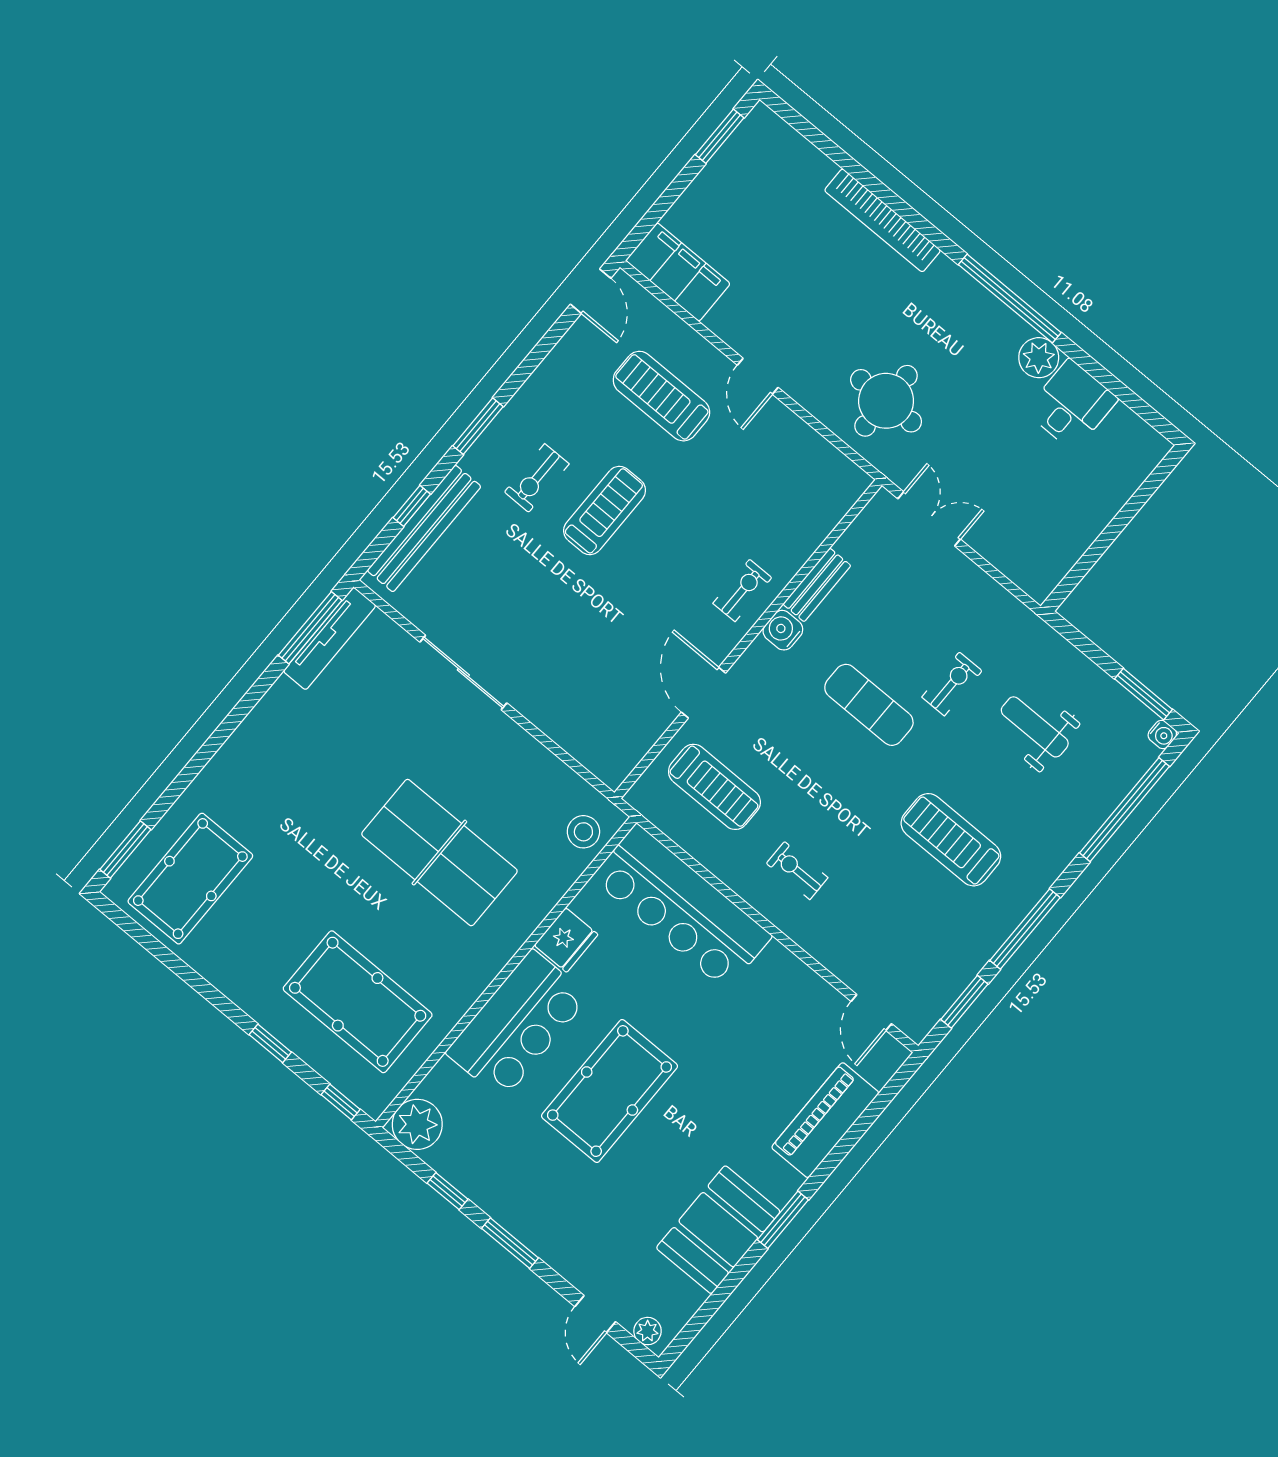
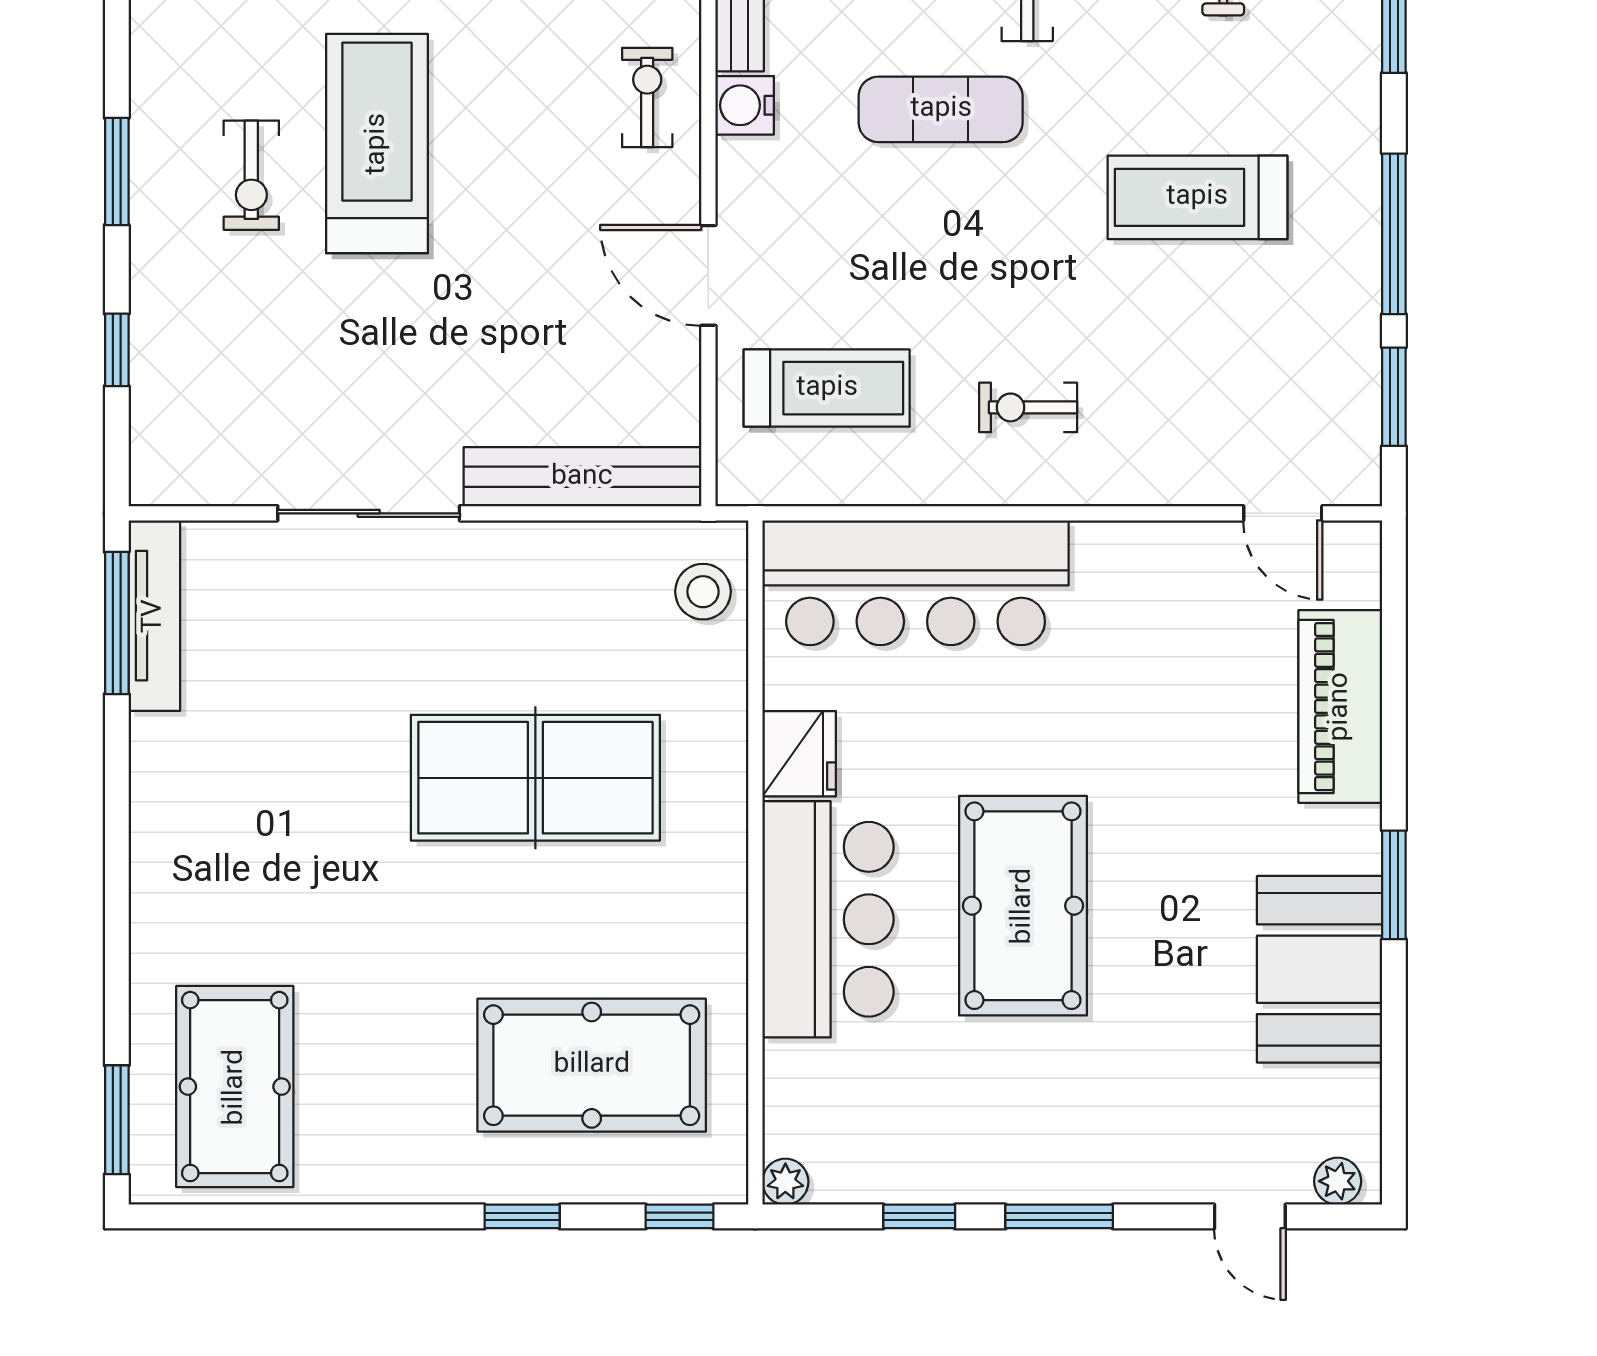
treadmill: (605, 510) -> (377, 144), width x1.37, depth x1.38
bench: (424, 529) -> (582, 477), moved, turned 90
plant: (417, 1124) -> (785, 1182), width x0.53, depth x0.53

